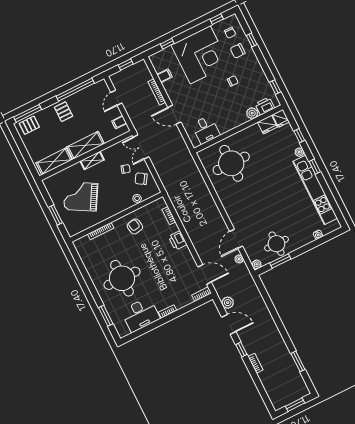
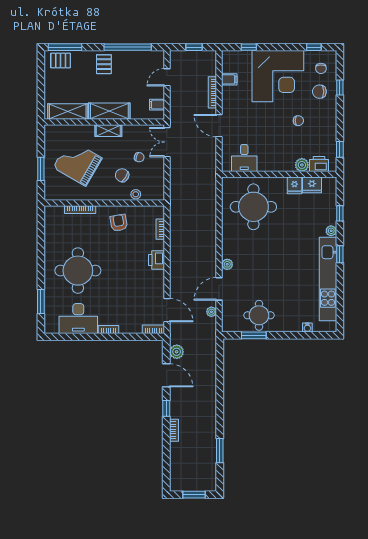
fridge: (281, 118) -> (295, 185), moved
chair: (141, 179) -> (122, 175), moved
plant: (257, 264) -> (227, 264), moved

